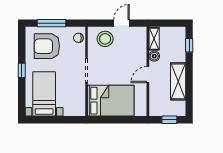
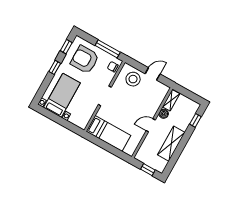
window: (51, 23) -> (108, 49), moved
window: (22, 44) -> (66, 47), added
bed: (111, 101) -> (108, 133), width x0.67

